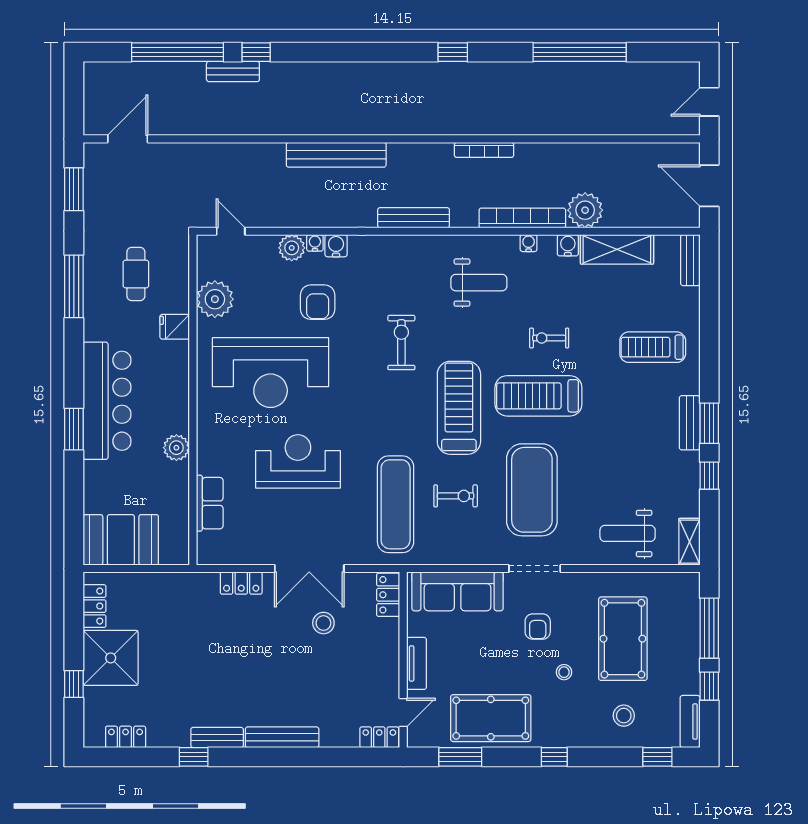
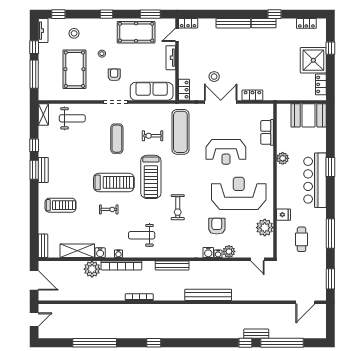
exercise mat: (532, 490) -> (117, 139), width x0.50, depth x0.69

